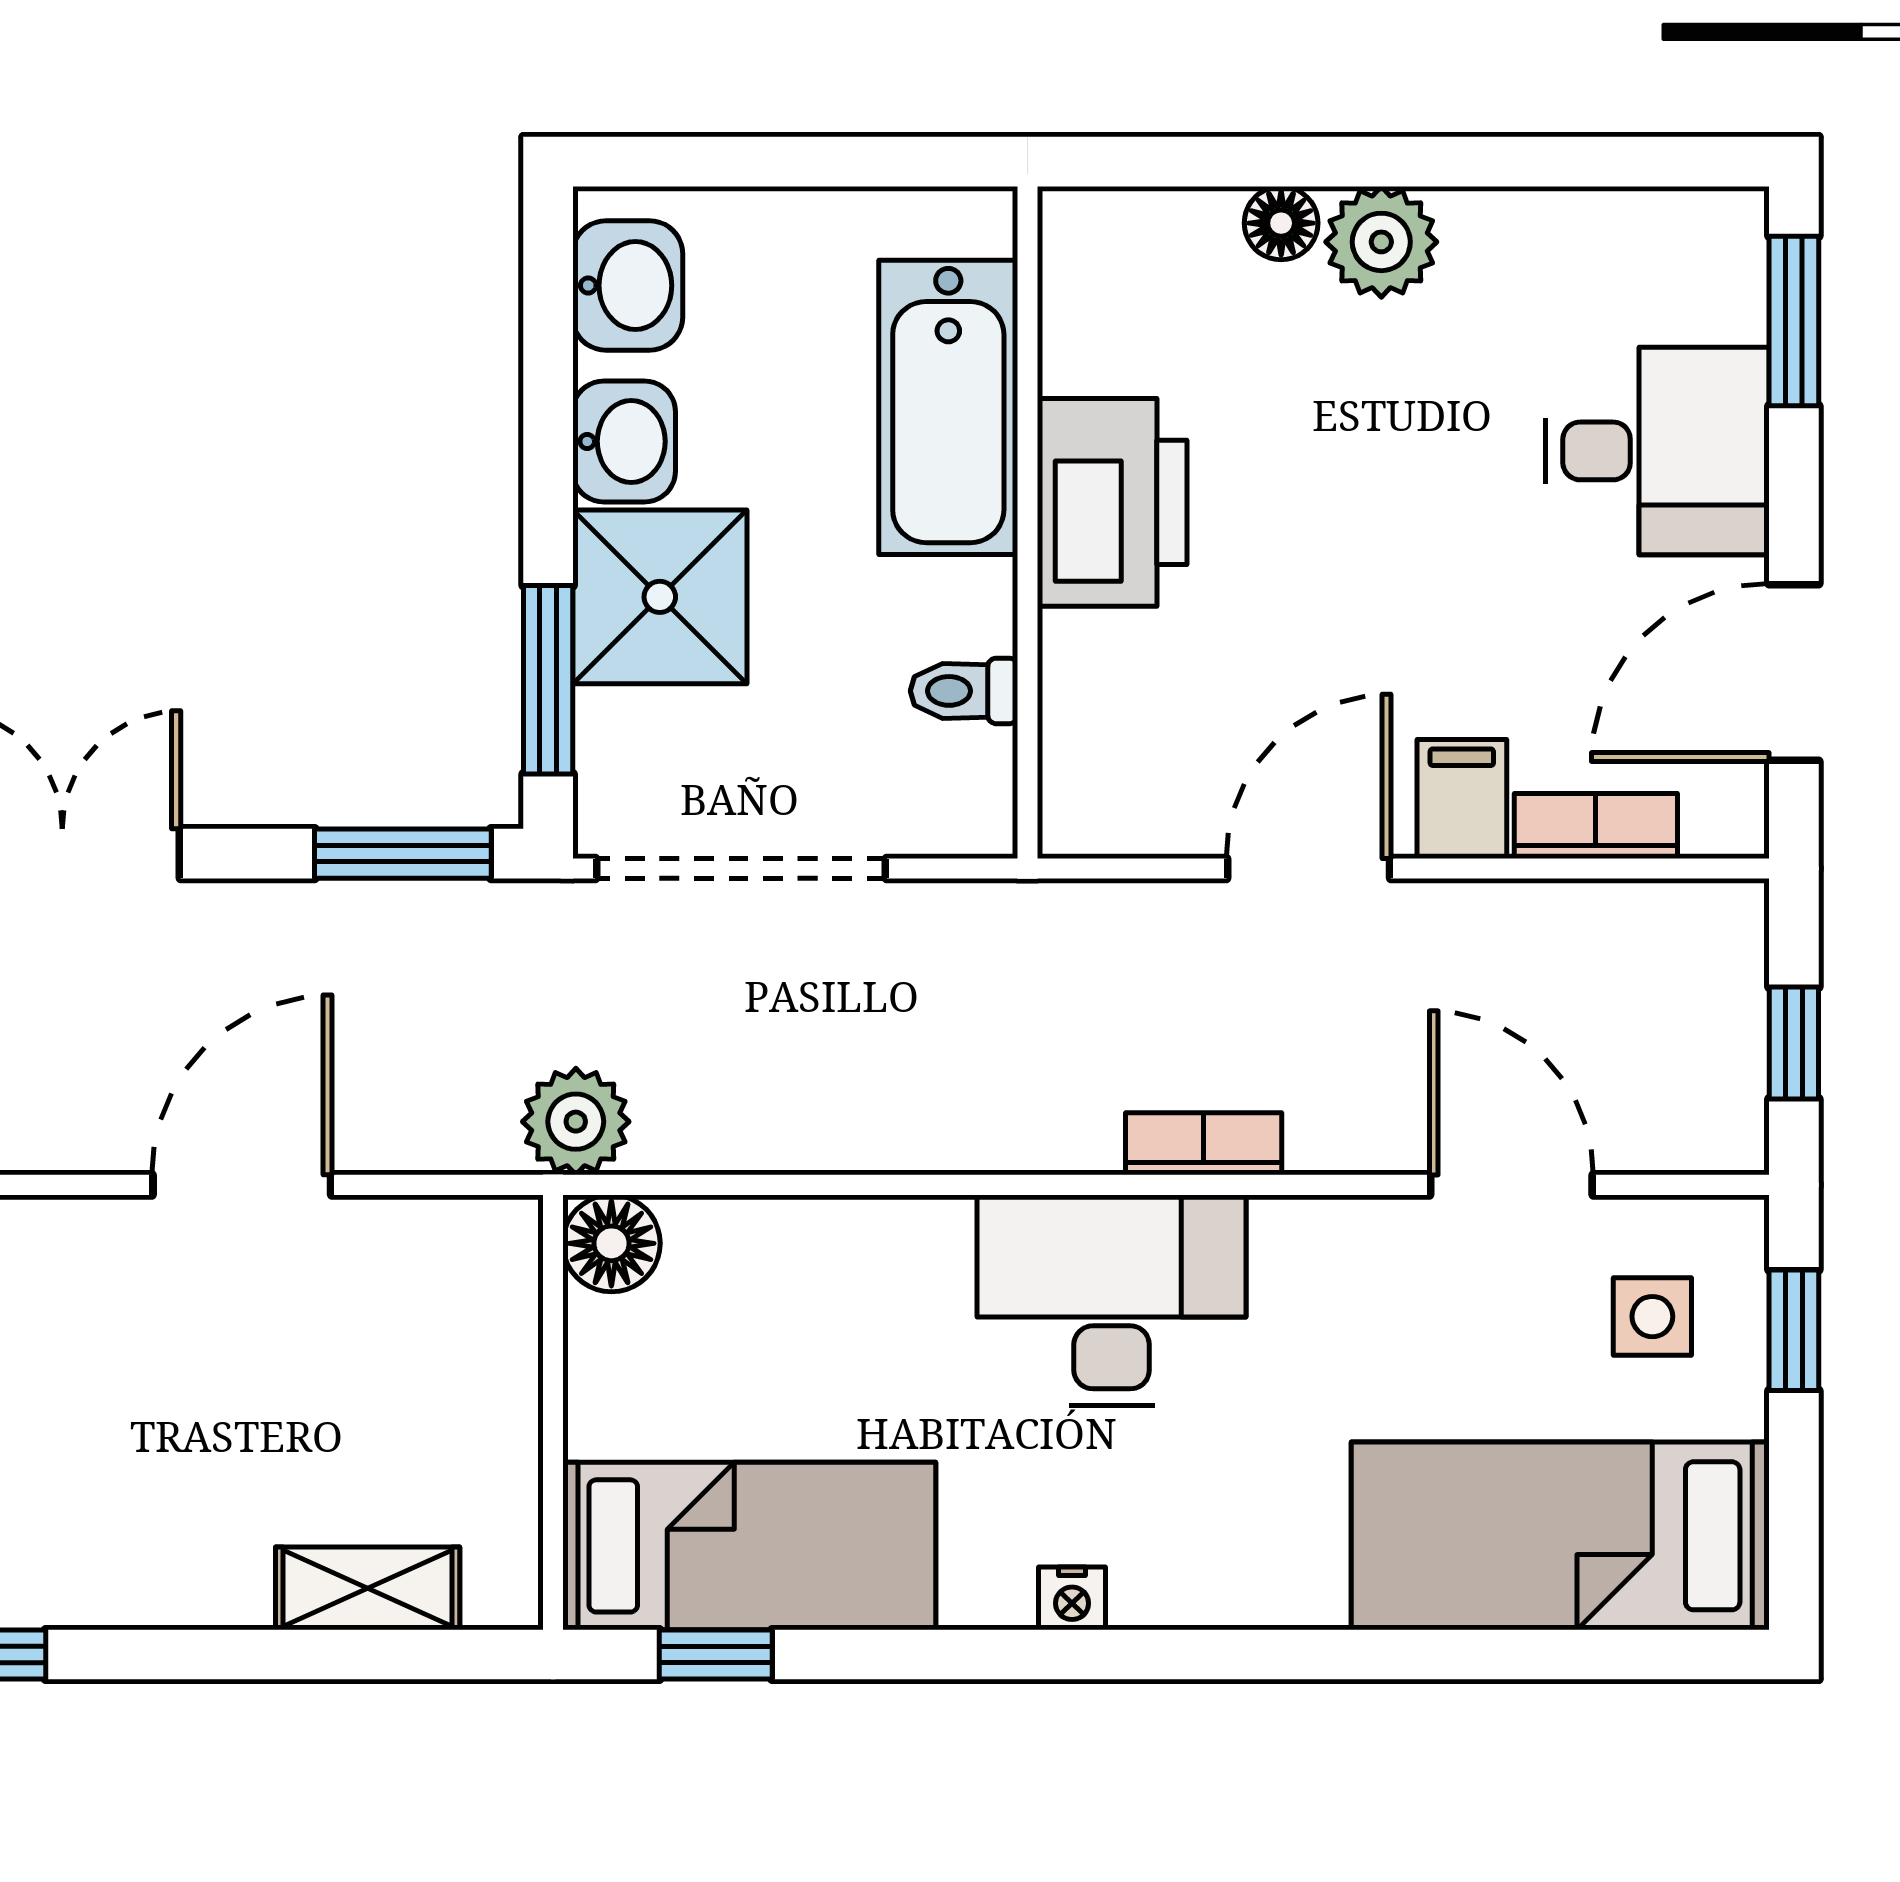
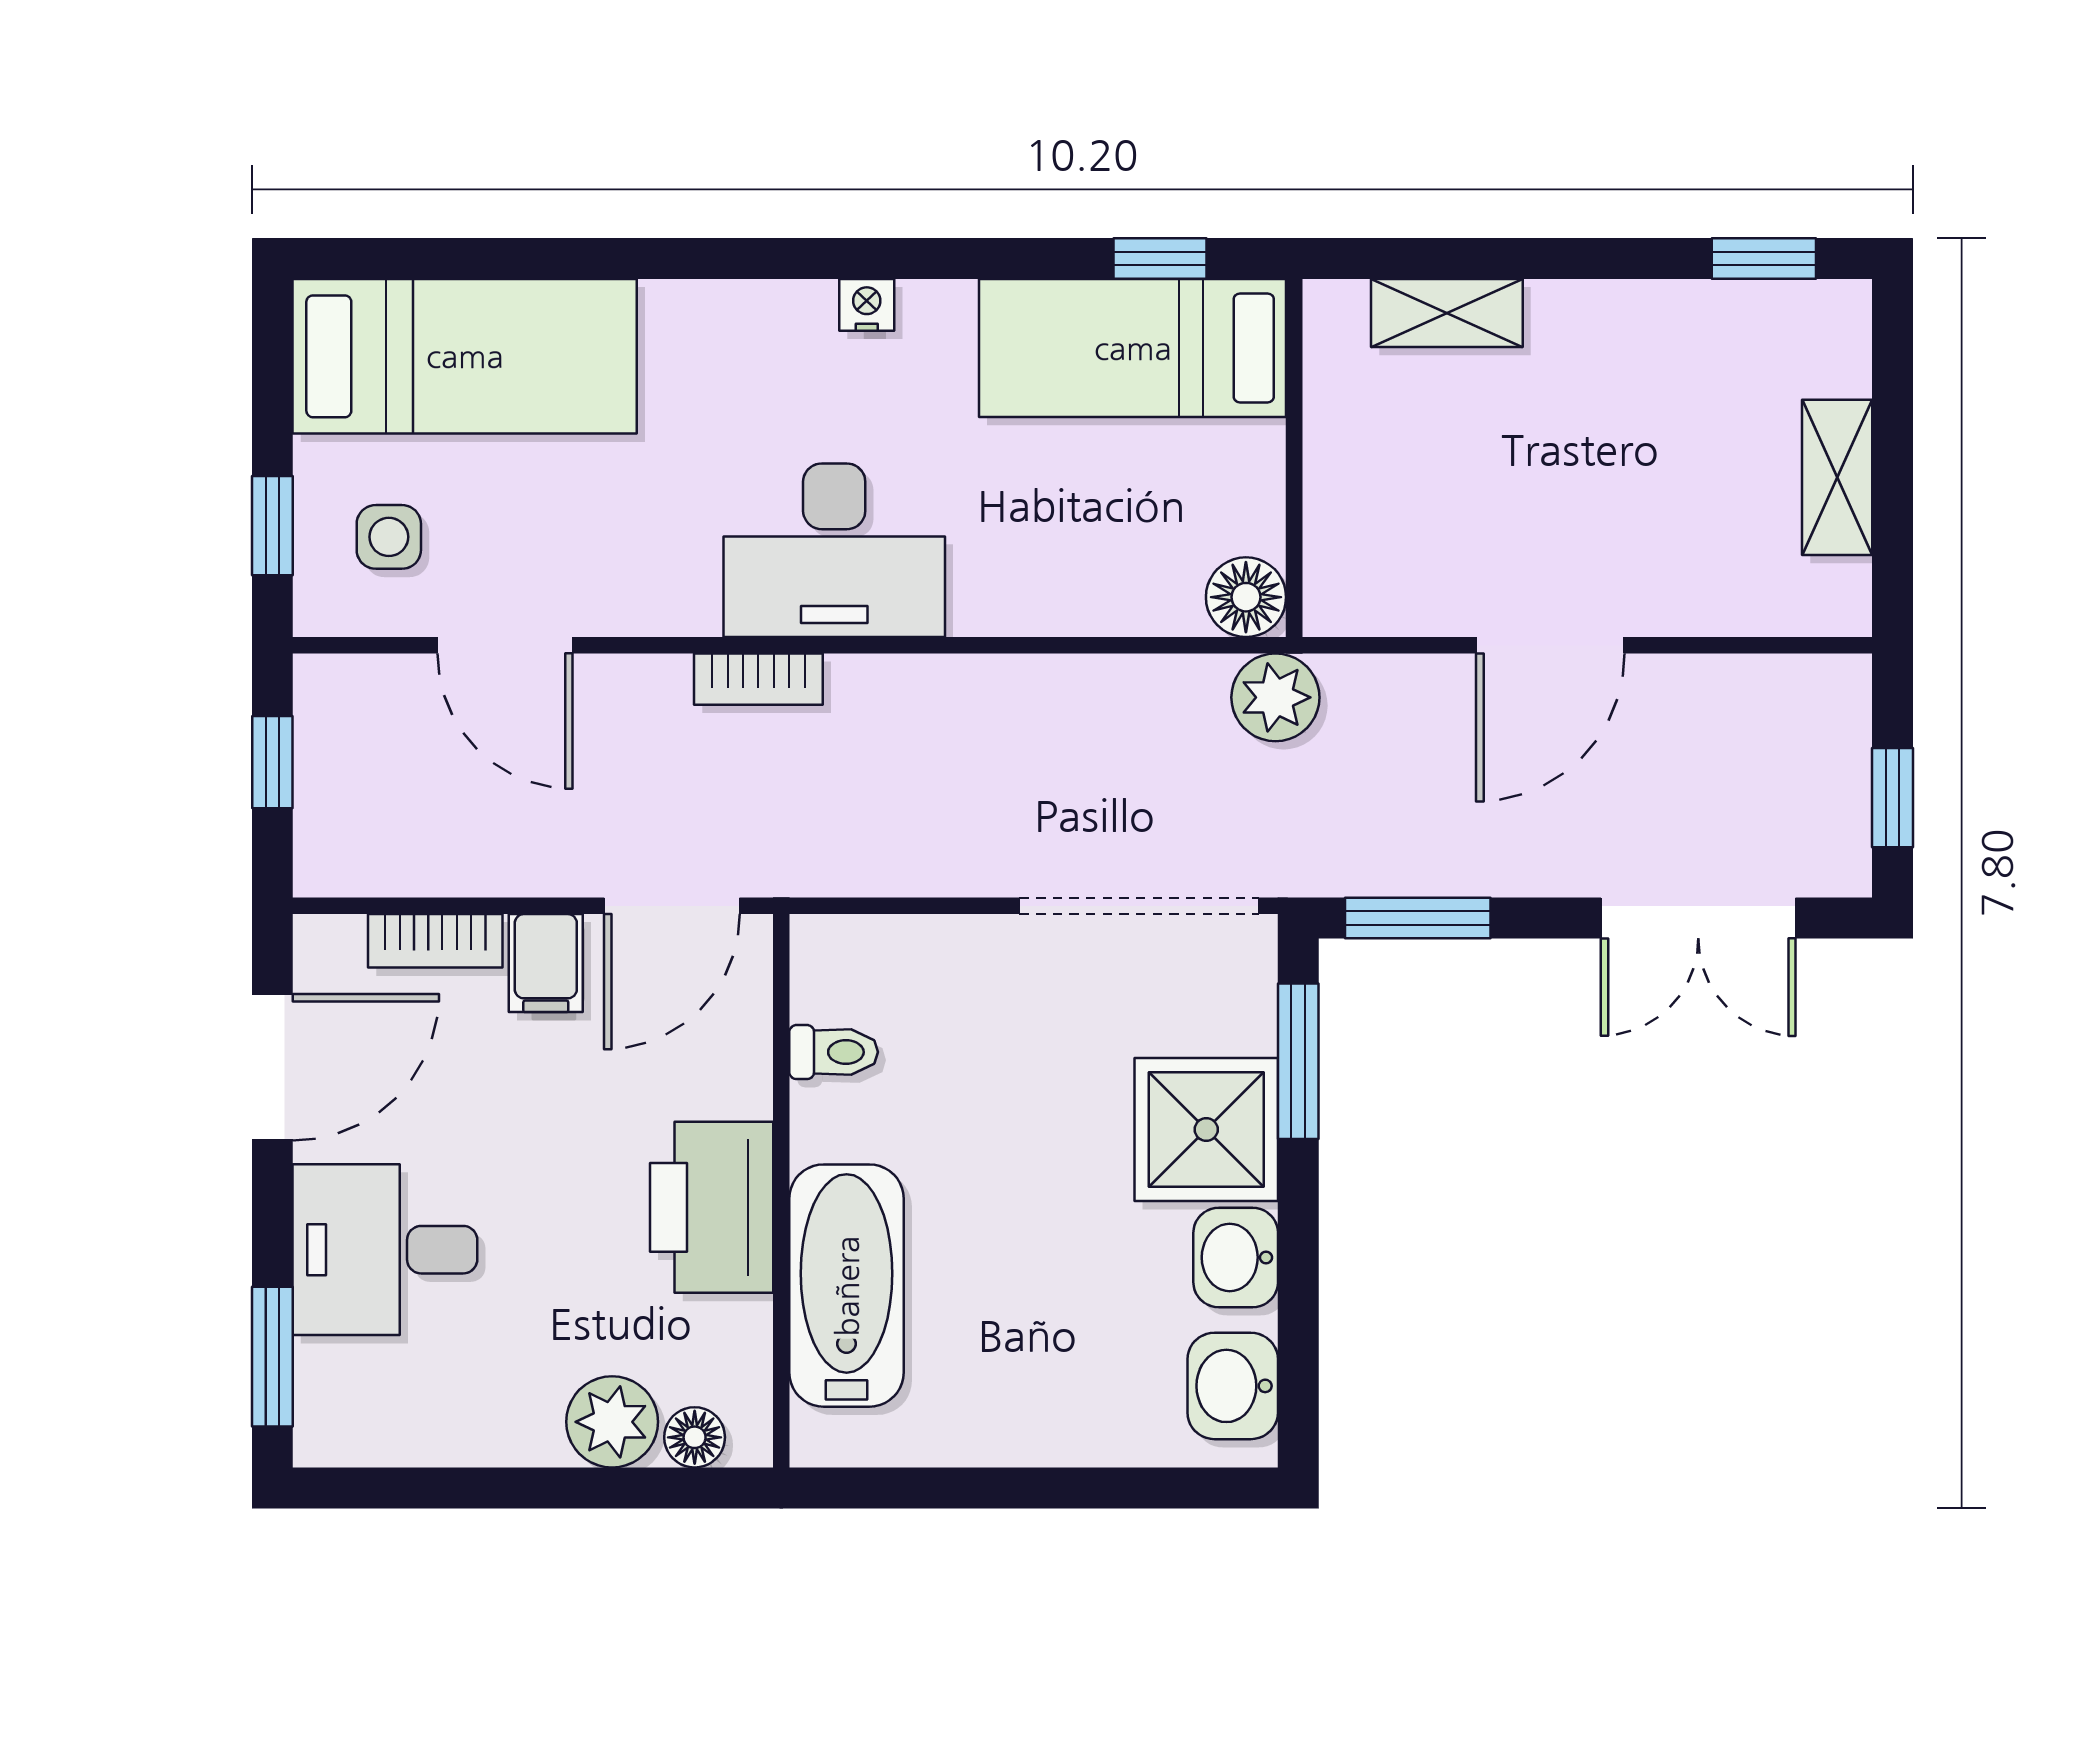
bathtub: (948, 407) -> (847, 1286), moved
printer: (1112, 502) -> (712, 1207), moved
wall: (1028, 522) -> (781, 1191), moved
toilet: (964, 691) -> (834, 1052), moved

